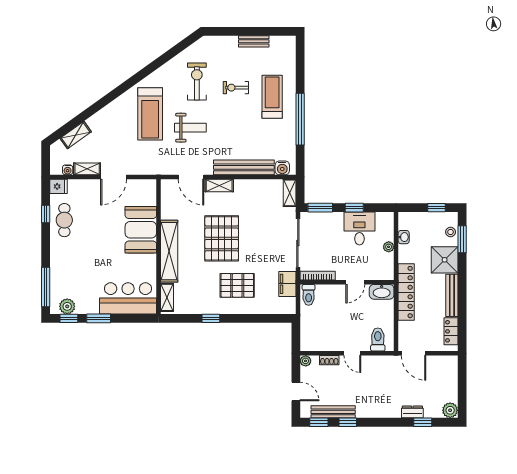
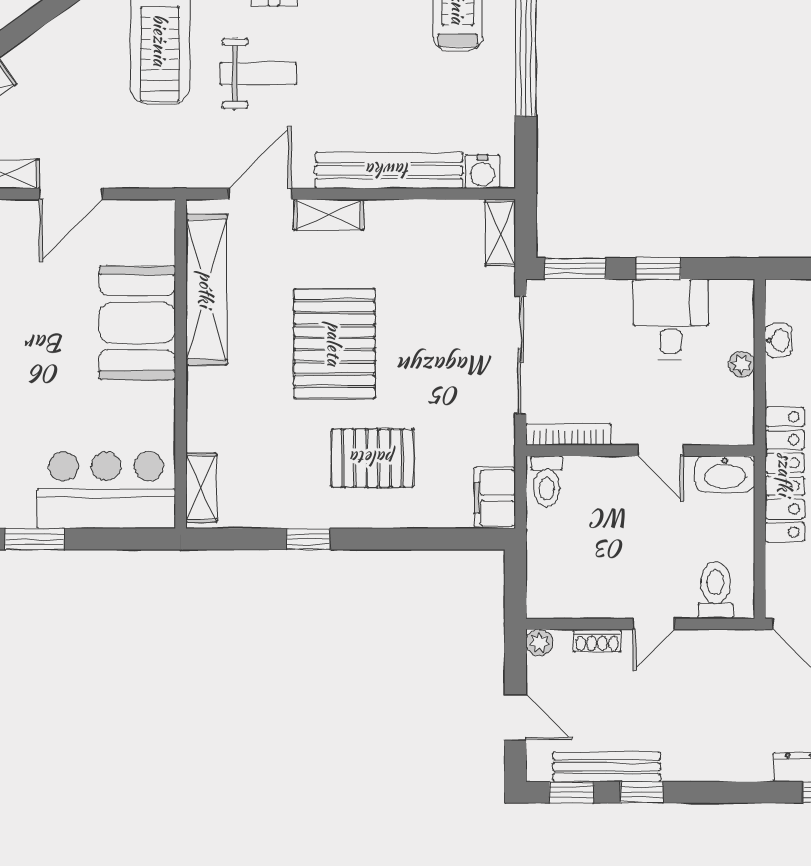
door: (191, 177) -> (260, 194), swing flipped
shelving: (169, 251) -> (206, 289), moved
door: (355, 282) -> (661, 451), hinge flipped
filing cabinet: (287, 284) -> (495, 498), moved
door: (352, 353) -> (654, 624), hinge flipped

